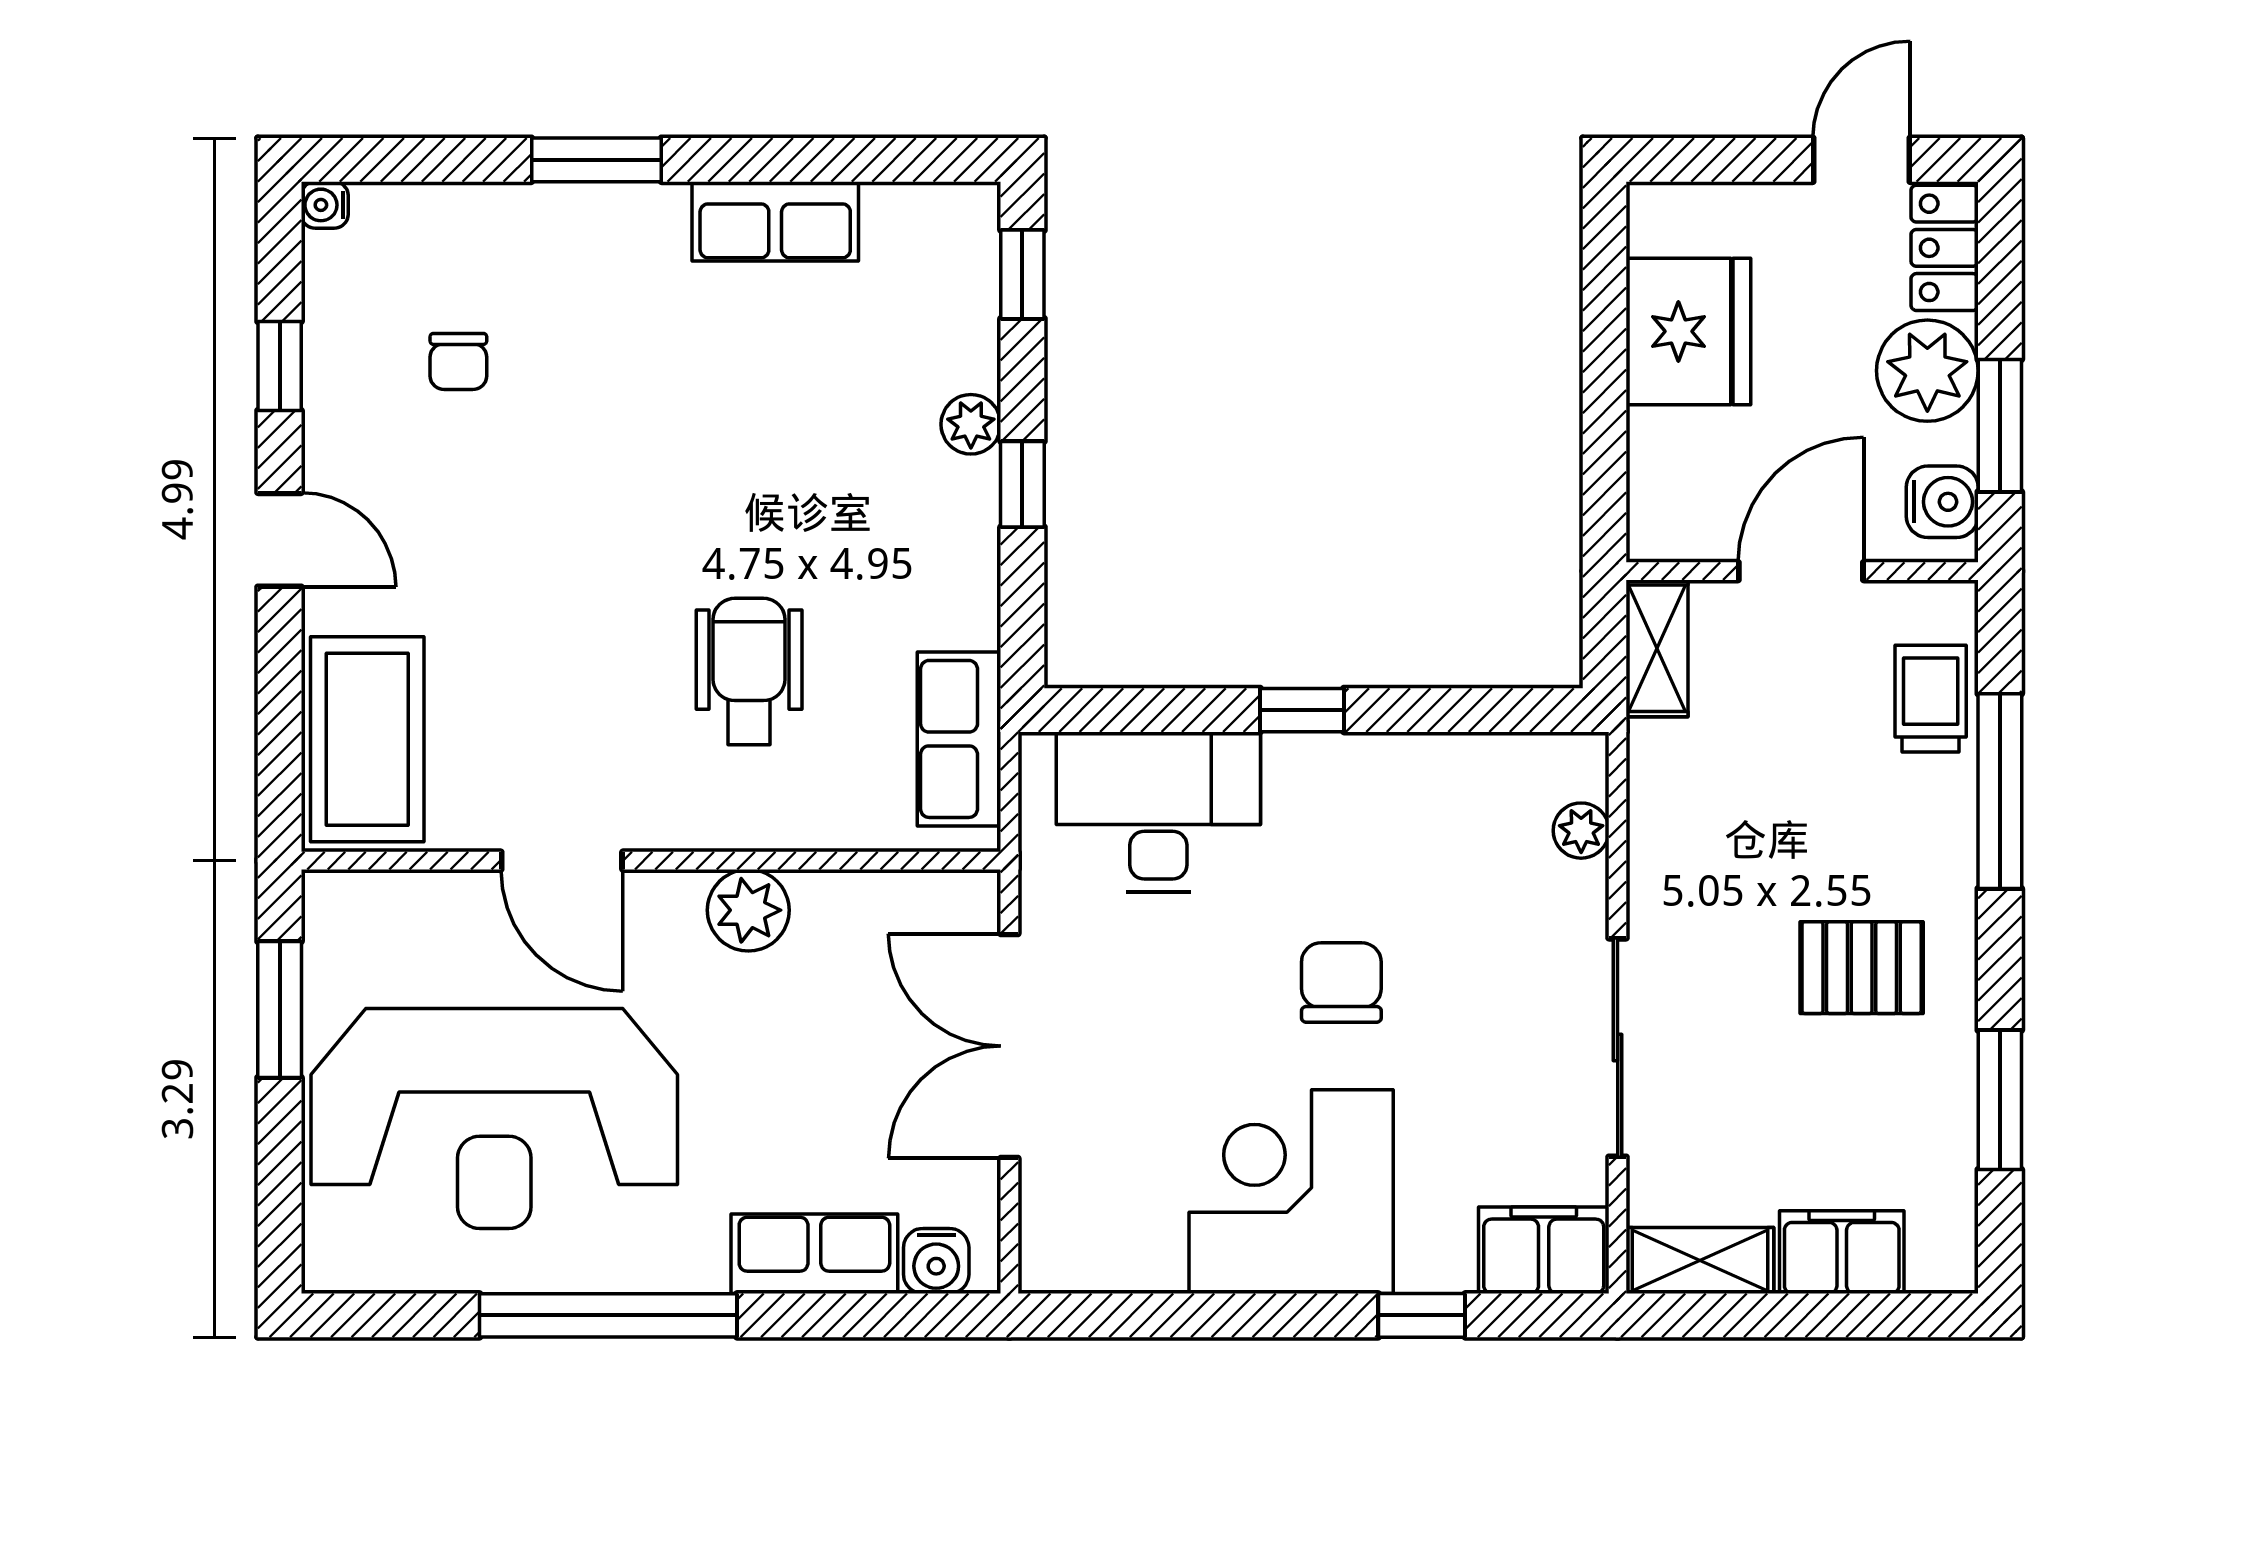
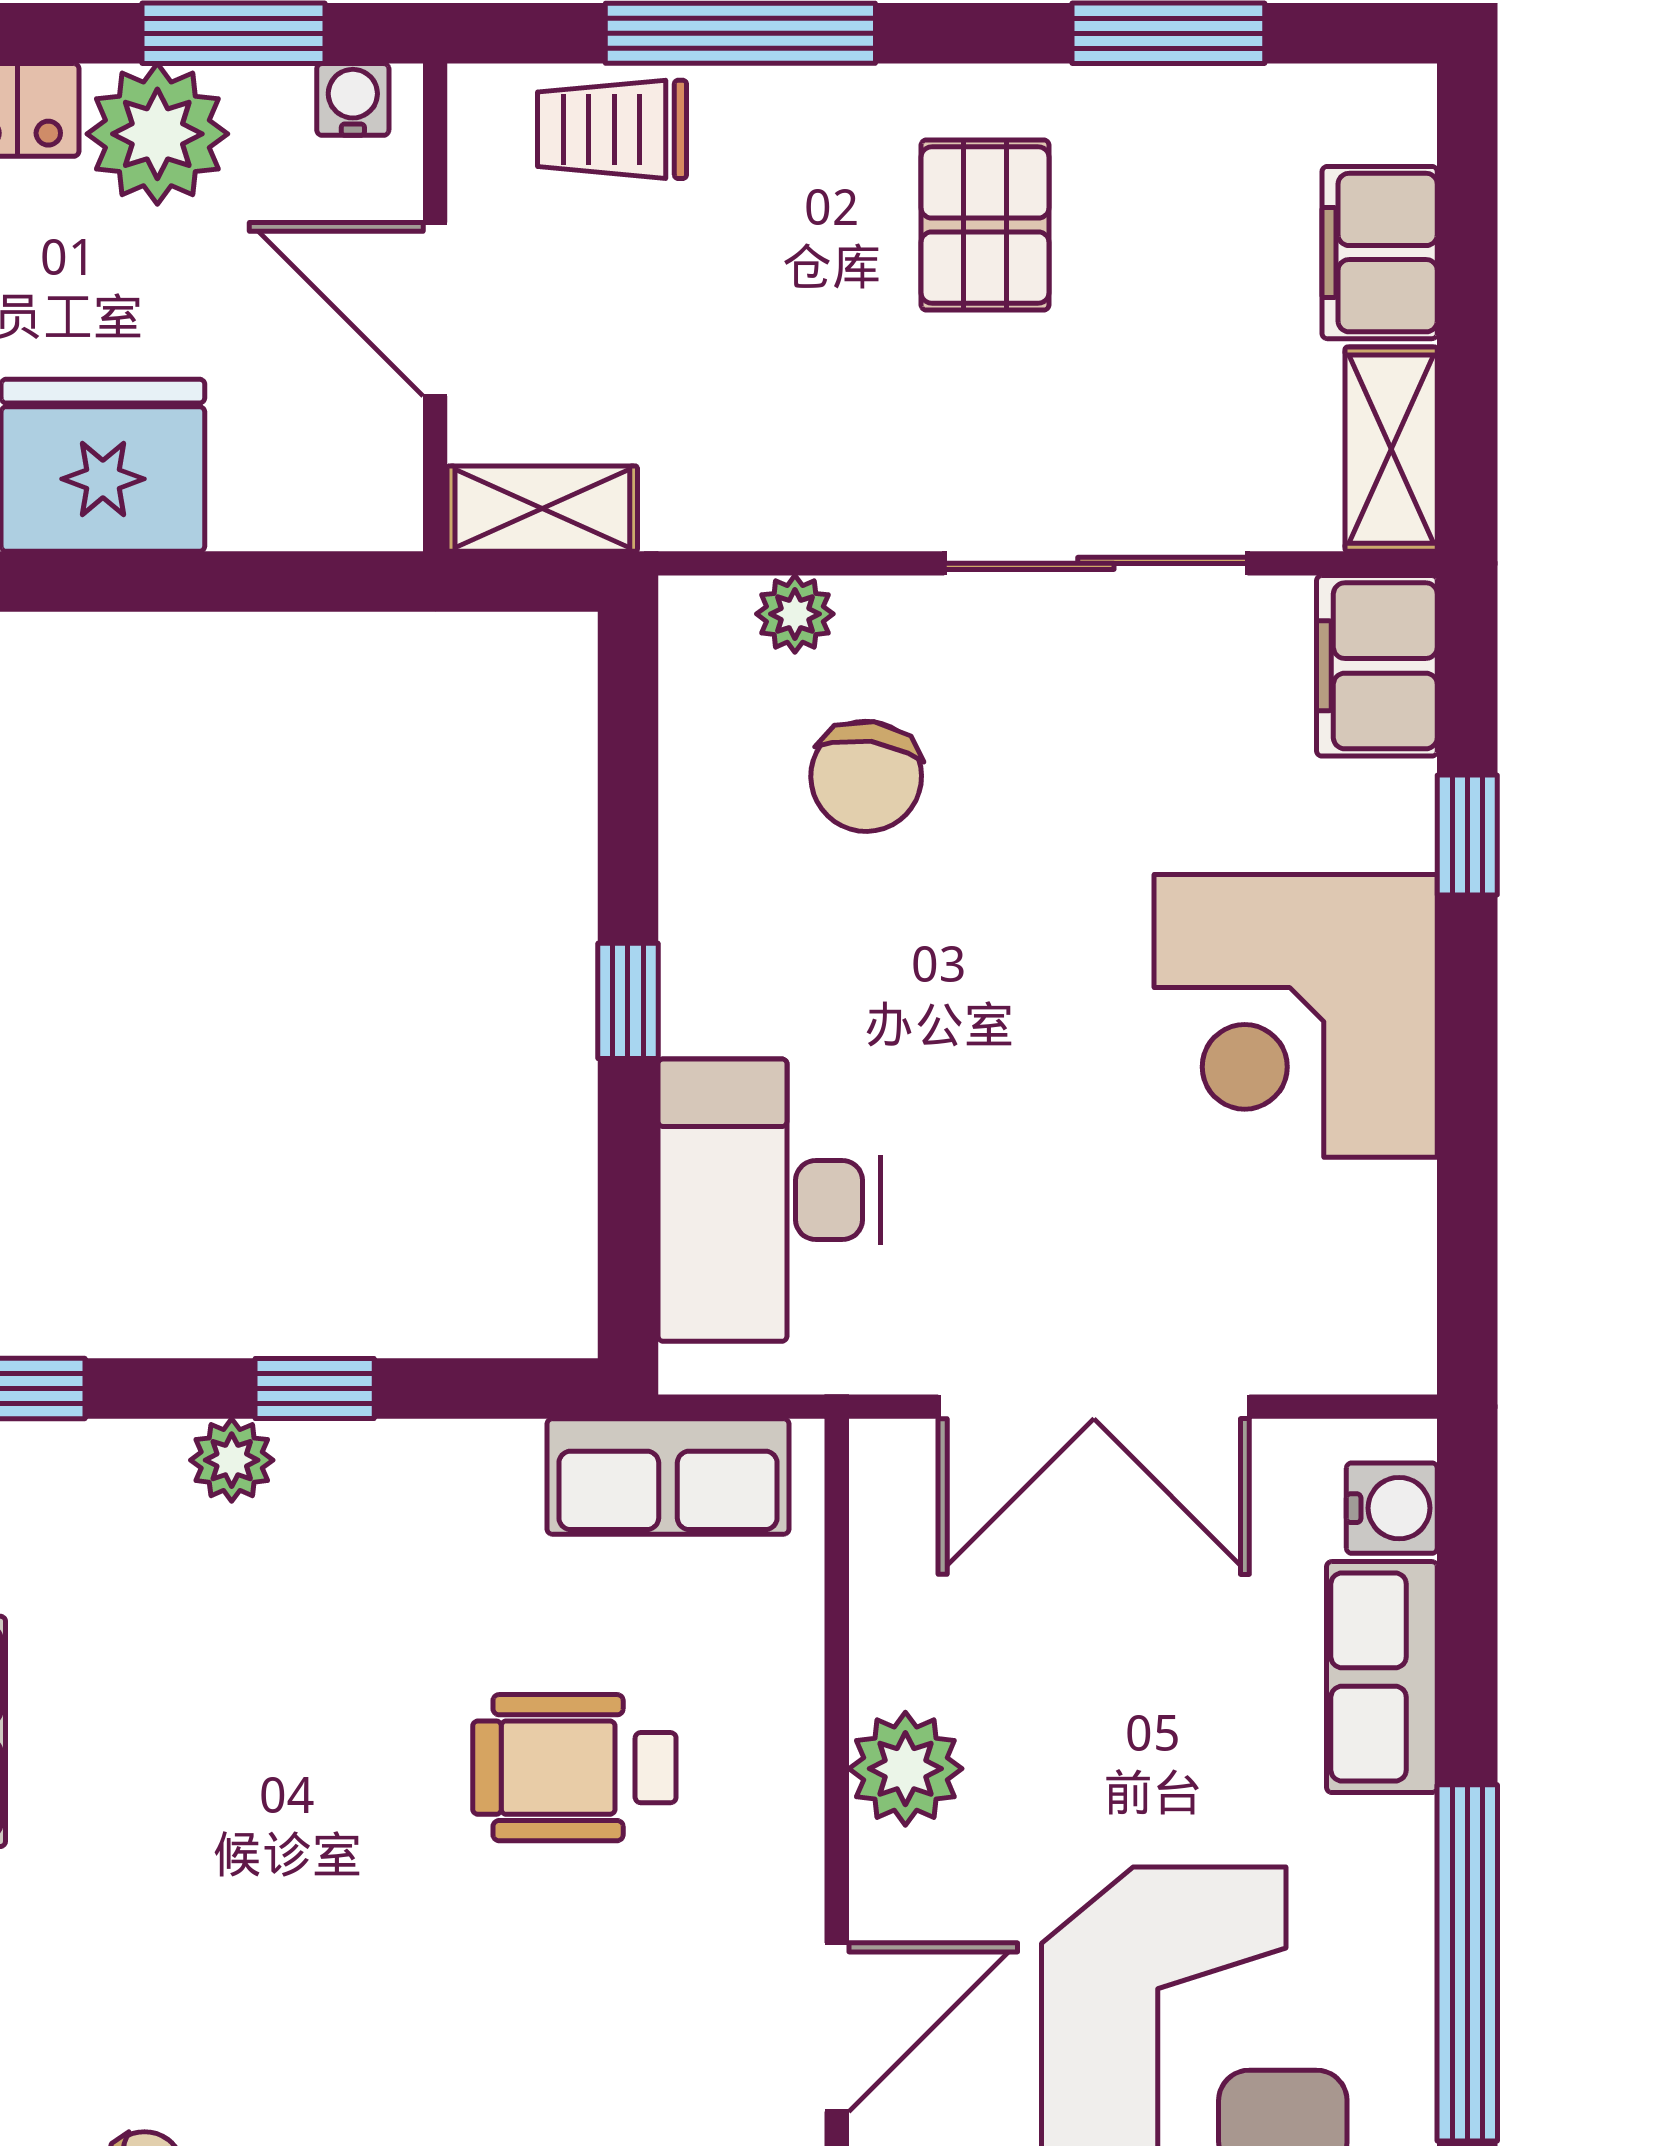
water cooler: (1942, 502) -> (353, 99), width x0.72, depth x0.72
chair: (1341, 983) -> (866, 776), moved, turned -82

